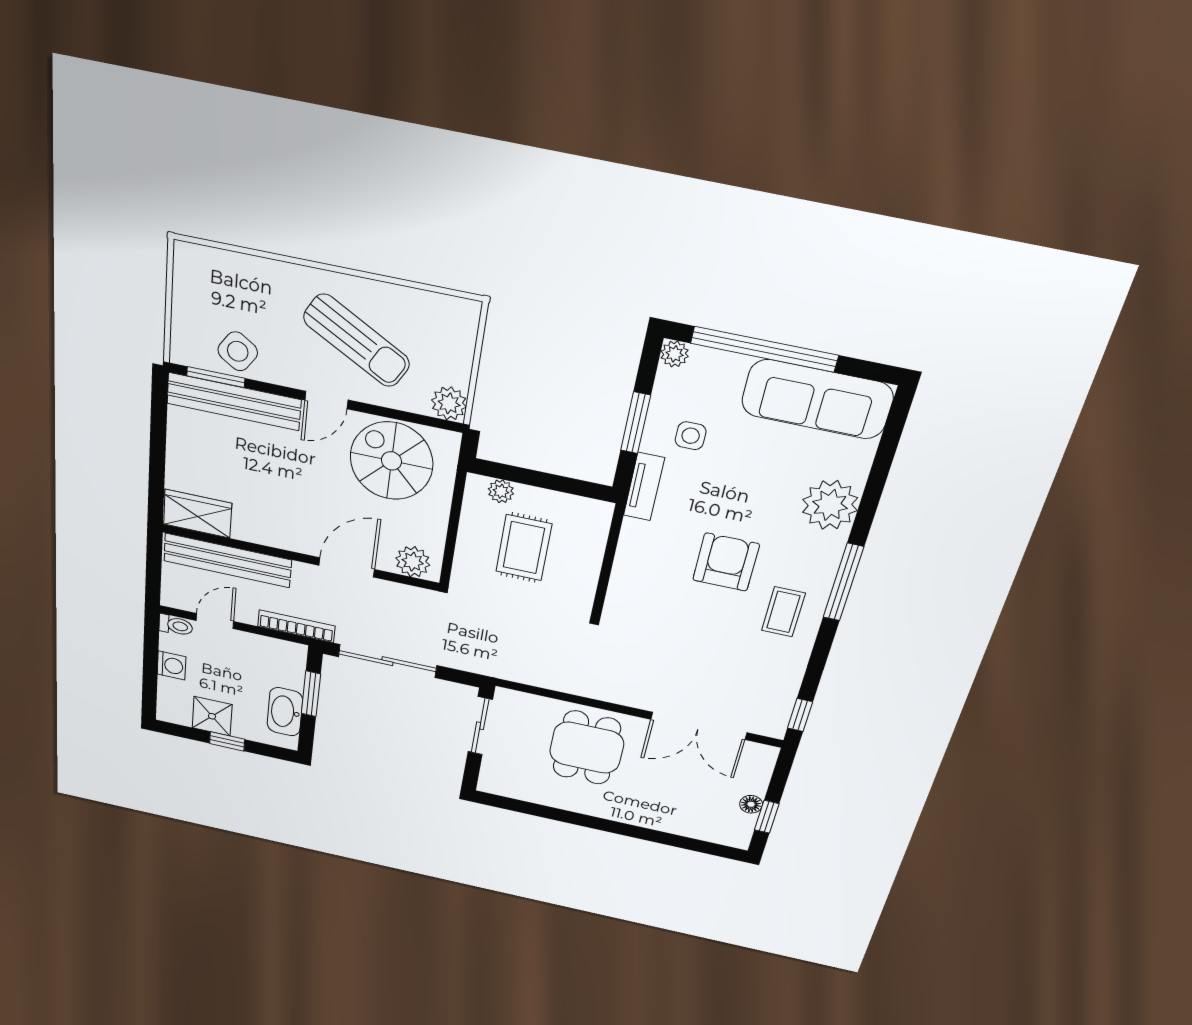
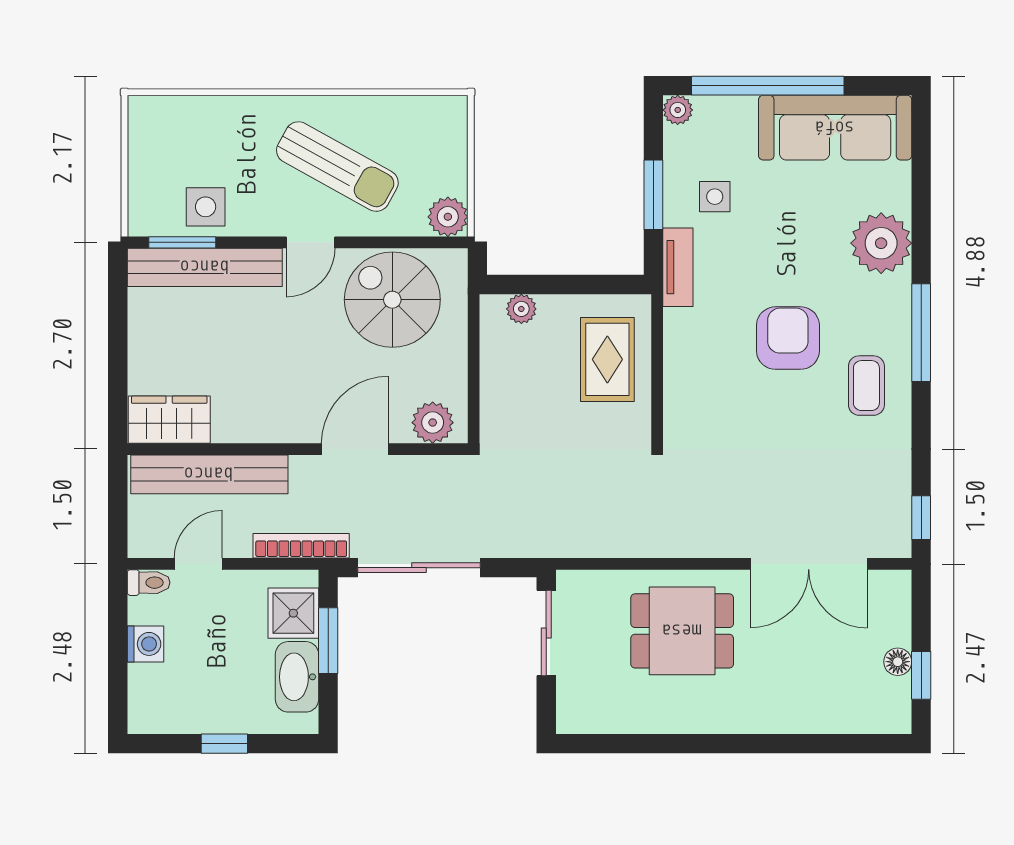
side table: (238, 351) -> (206, 207), turned -34
rug: (524, 548) -> (607, 359), moved
shower: (212, 716) -> (293, 613), moved
dining table: (587, 748) -> (682, 631), turned 90

